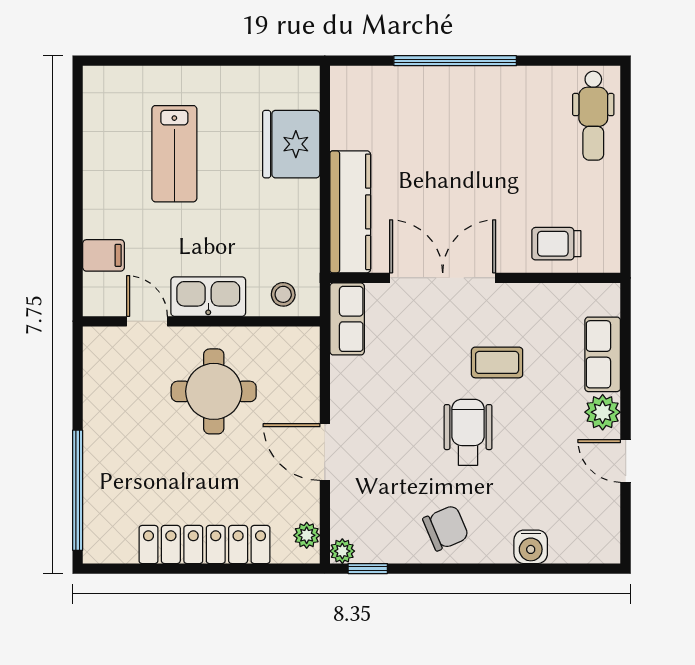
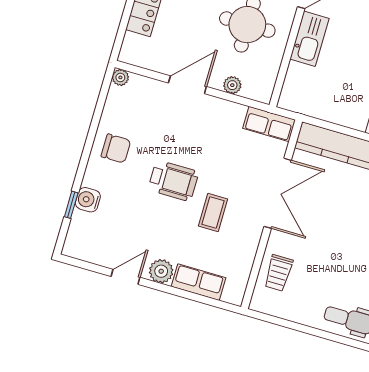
trolley: (556, 244) -> (278, 273), turned 180
stool: (283, 294) -> (297, 87), removed
chair: (446, 528) -> (116, 148), turned -67
plant: (307, 535) -> (232, 85), moved
window: (368, 569) -> (71, 205), moved

